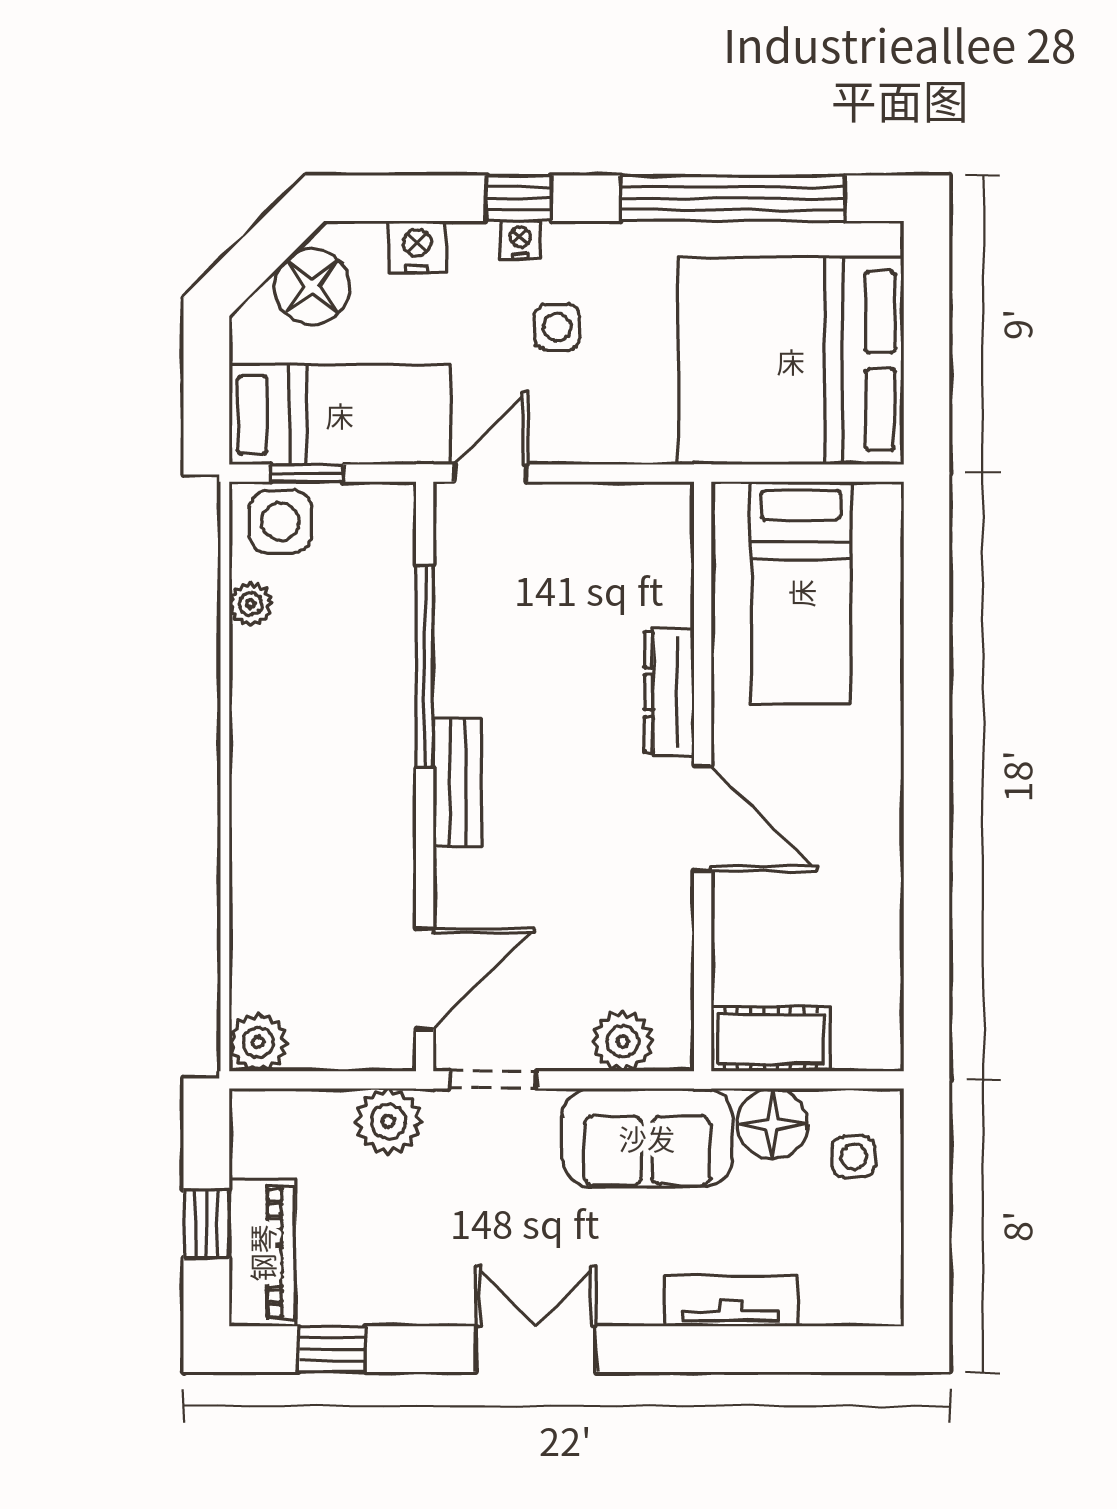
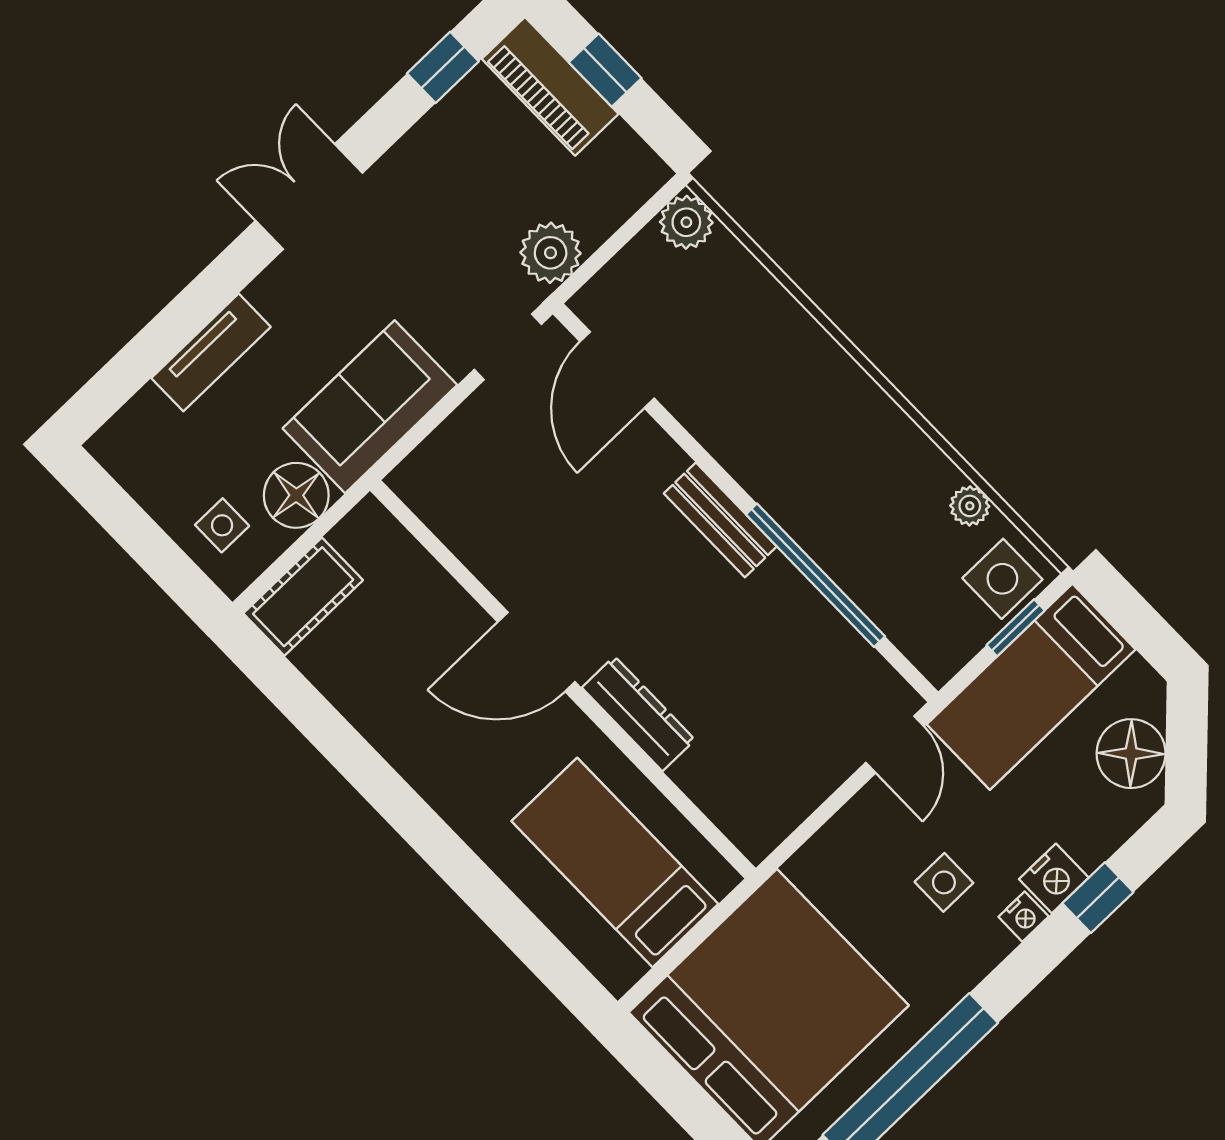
window: (518, 198) -> (1098, 898), moved
nightstand: (417, 247) -> (1054, 878), moved
cot: (771, 1039) -> (303, 597), moved
plant: (623, 1041) -> (447, 455), removed
double door: (536, 1349) -> (309, 197), swing flipped

